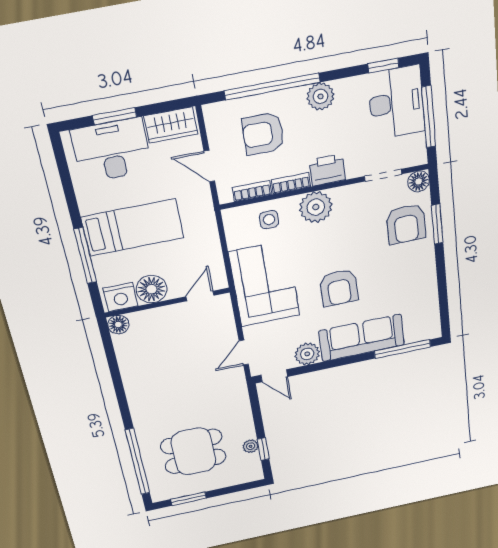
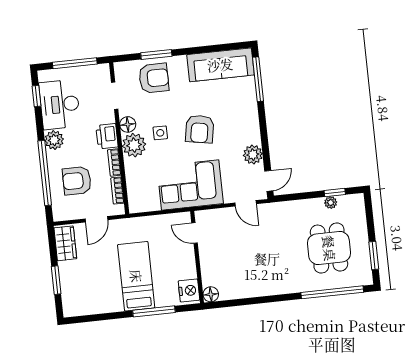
desk: (396, 103) -> (60, 104), moved, turned -90
armchair: (263, 134) -> (77, 181), turned 90
desk: (112, 150) -> (79, 285), removed
floor lamp: (419, 181) -> (128, 124), moved
side table: (269, 220) -> (160, 133), moved
armchair: (339, 288) -> (200, 129), turned 100
floor lamp: (152, 289) -> (185, 268), removed
sofa: (362, 338) -> (220, 65), moved, turned -90

